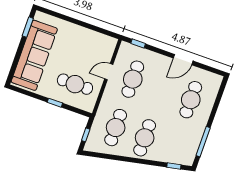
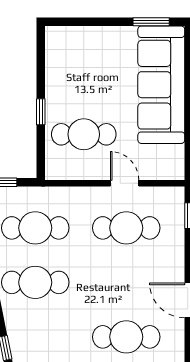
sofa: (34, 55) -> (161, 85), moved, turned 90
cafe table: (75, 84) -> (84, 134), turned 90

